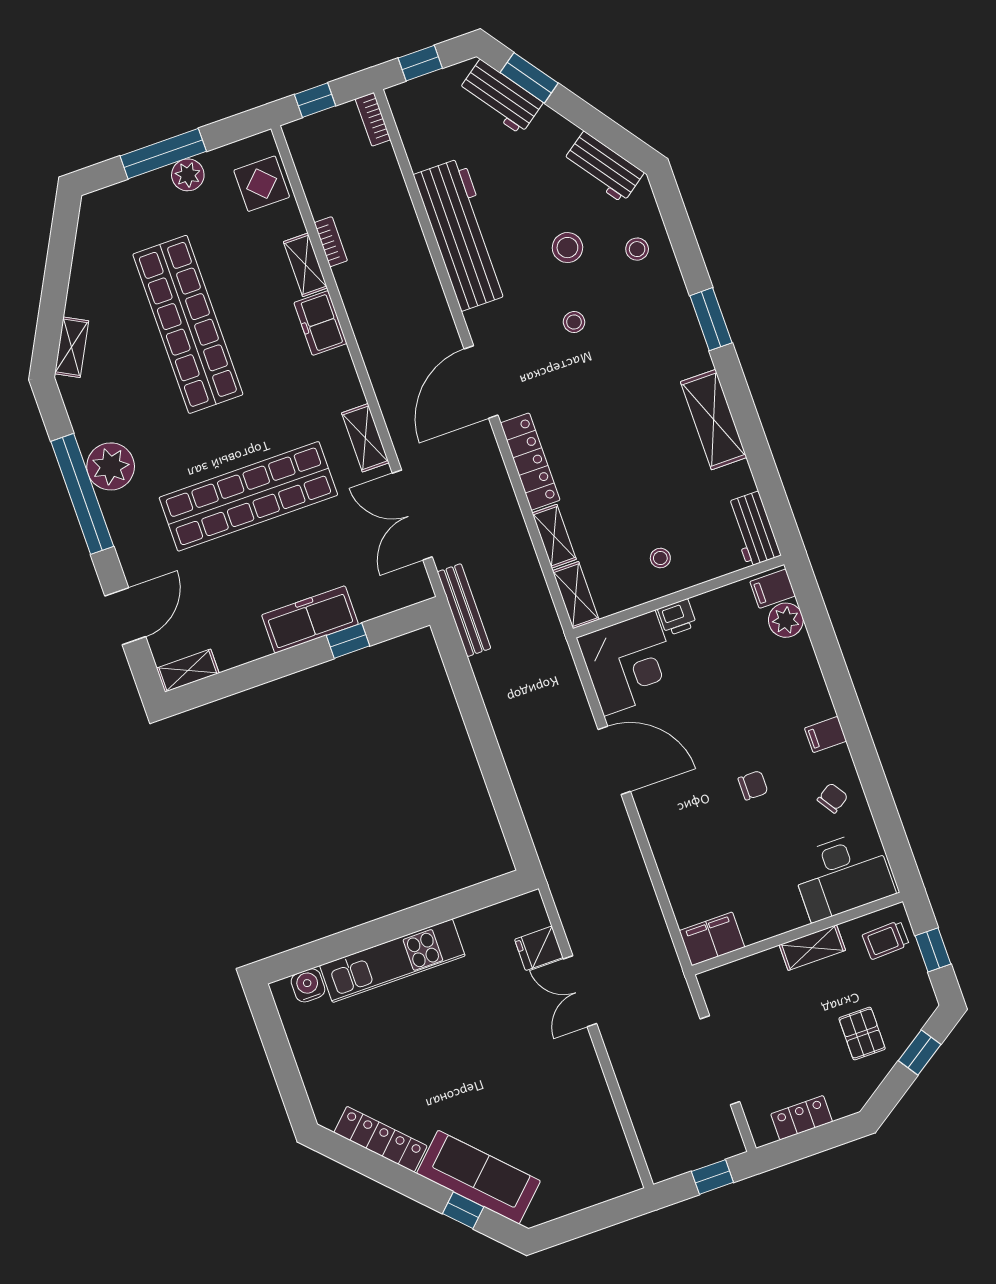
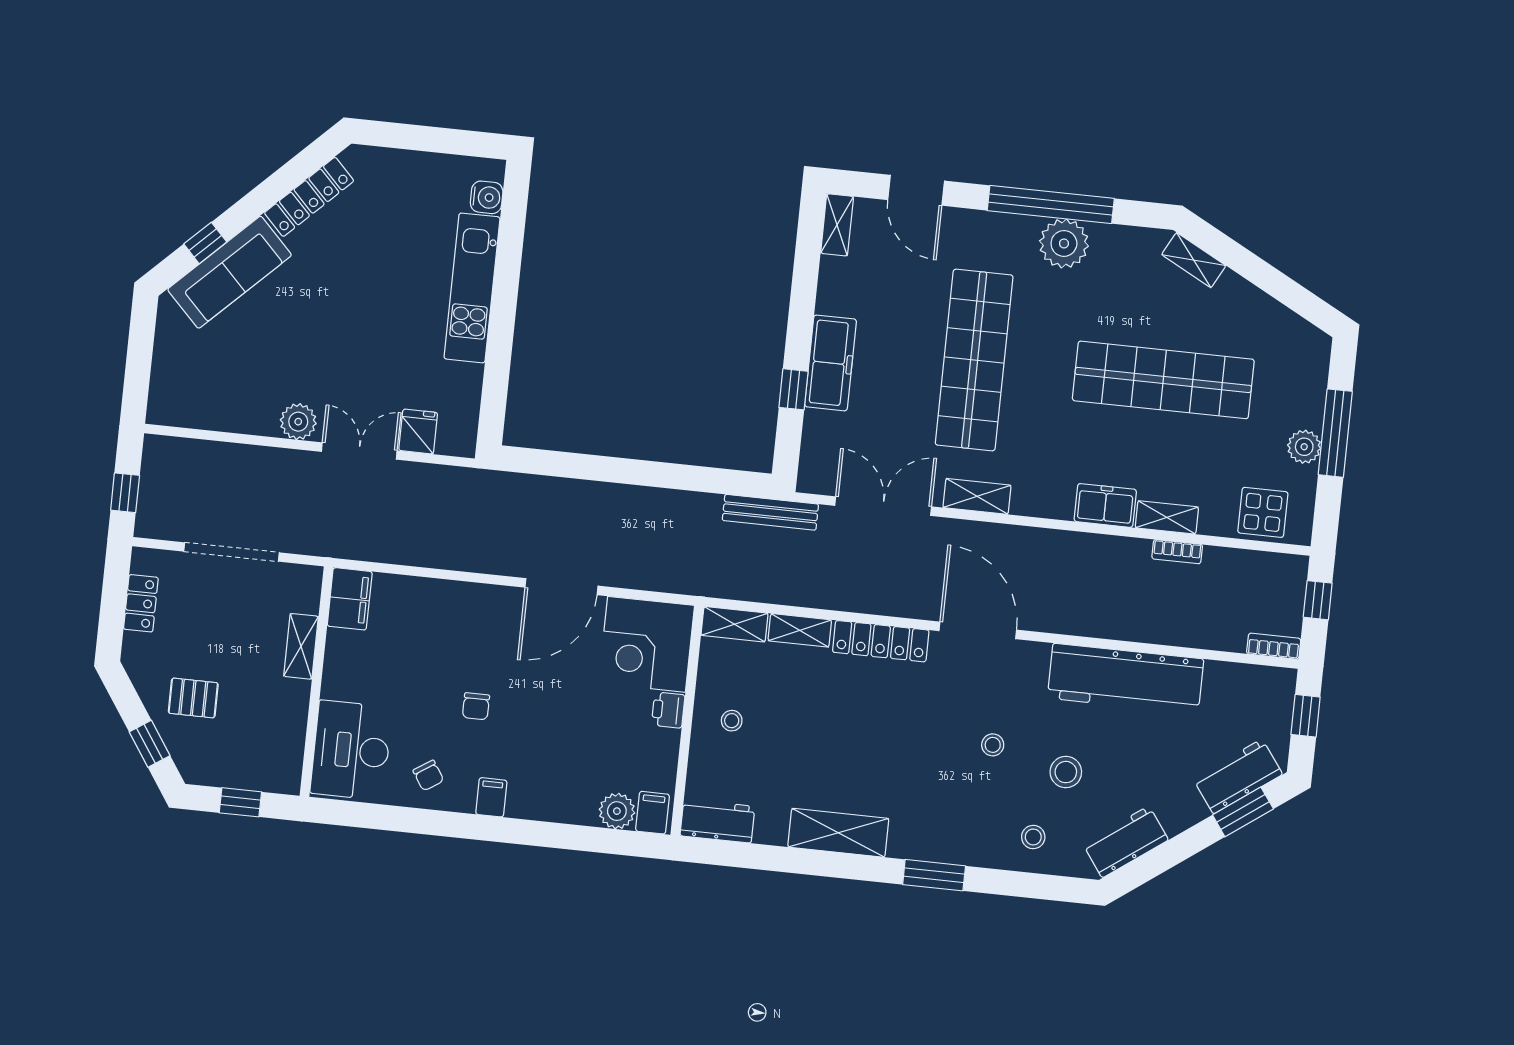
trolley: (886, 940) -> (271, 762), removed
shelving: (812, 948) -> (301, 646), moved
plant: (580, 1056) -> (298, 422), added

